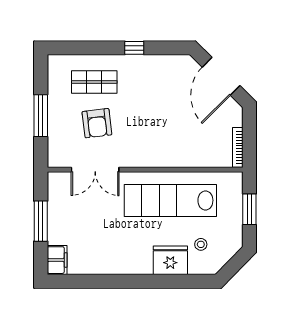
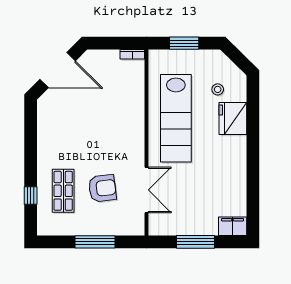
window: (134, 48) -> (31, 195), moved
bookcase: (238, 147) -> (132, 54), width x0.64

